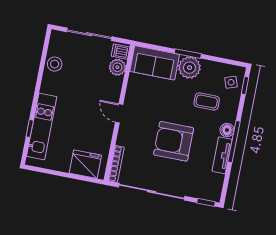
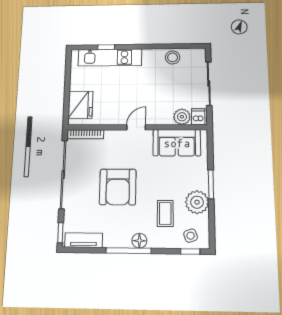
sofa: (155, 63) -> (177, 143), moved, turned -90
plant: (189, 68) -> (197, 202), moved
armchair: (174, 141) -> (118, 187), turned 180
tv unit: (222, 155) -> (84, 240), moved

